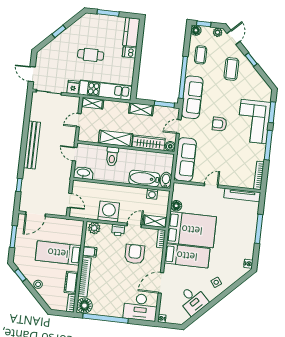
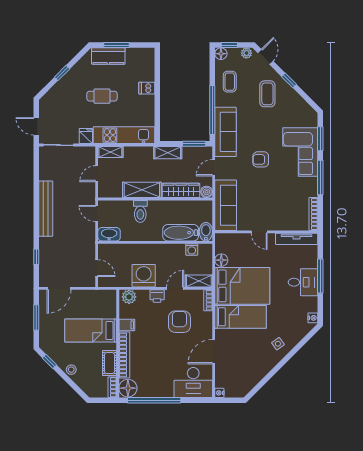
kitchen counter: (131, 32) -> (108, 56), moved, turned -90
door: (211, 185) -> (259, 232), swing flipped
desk: (193, 300) -> (303, 282), moved, turned -45

